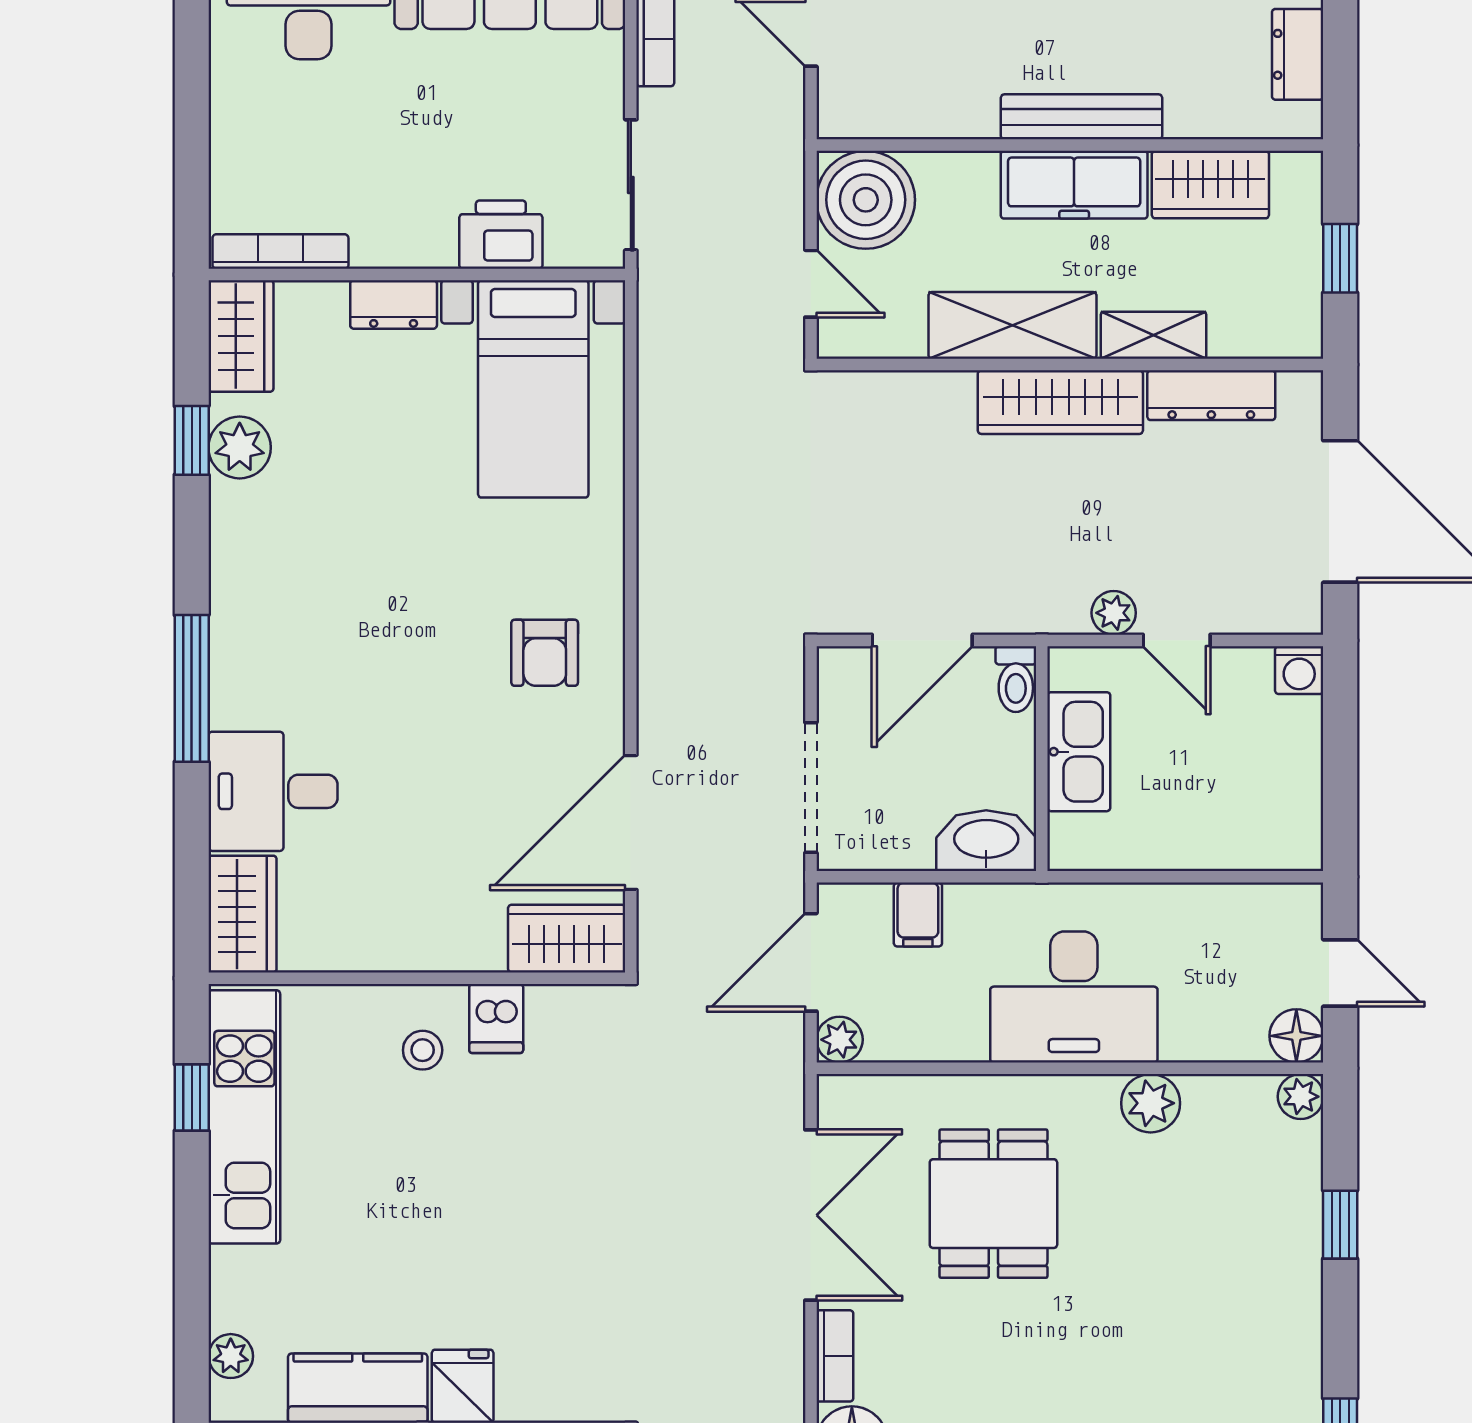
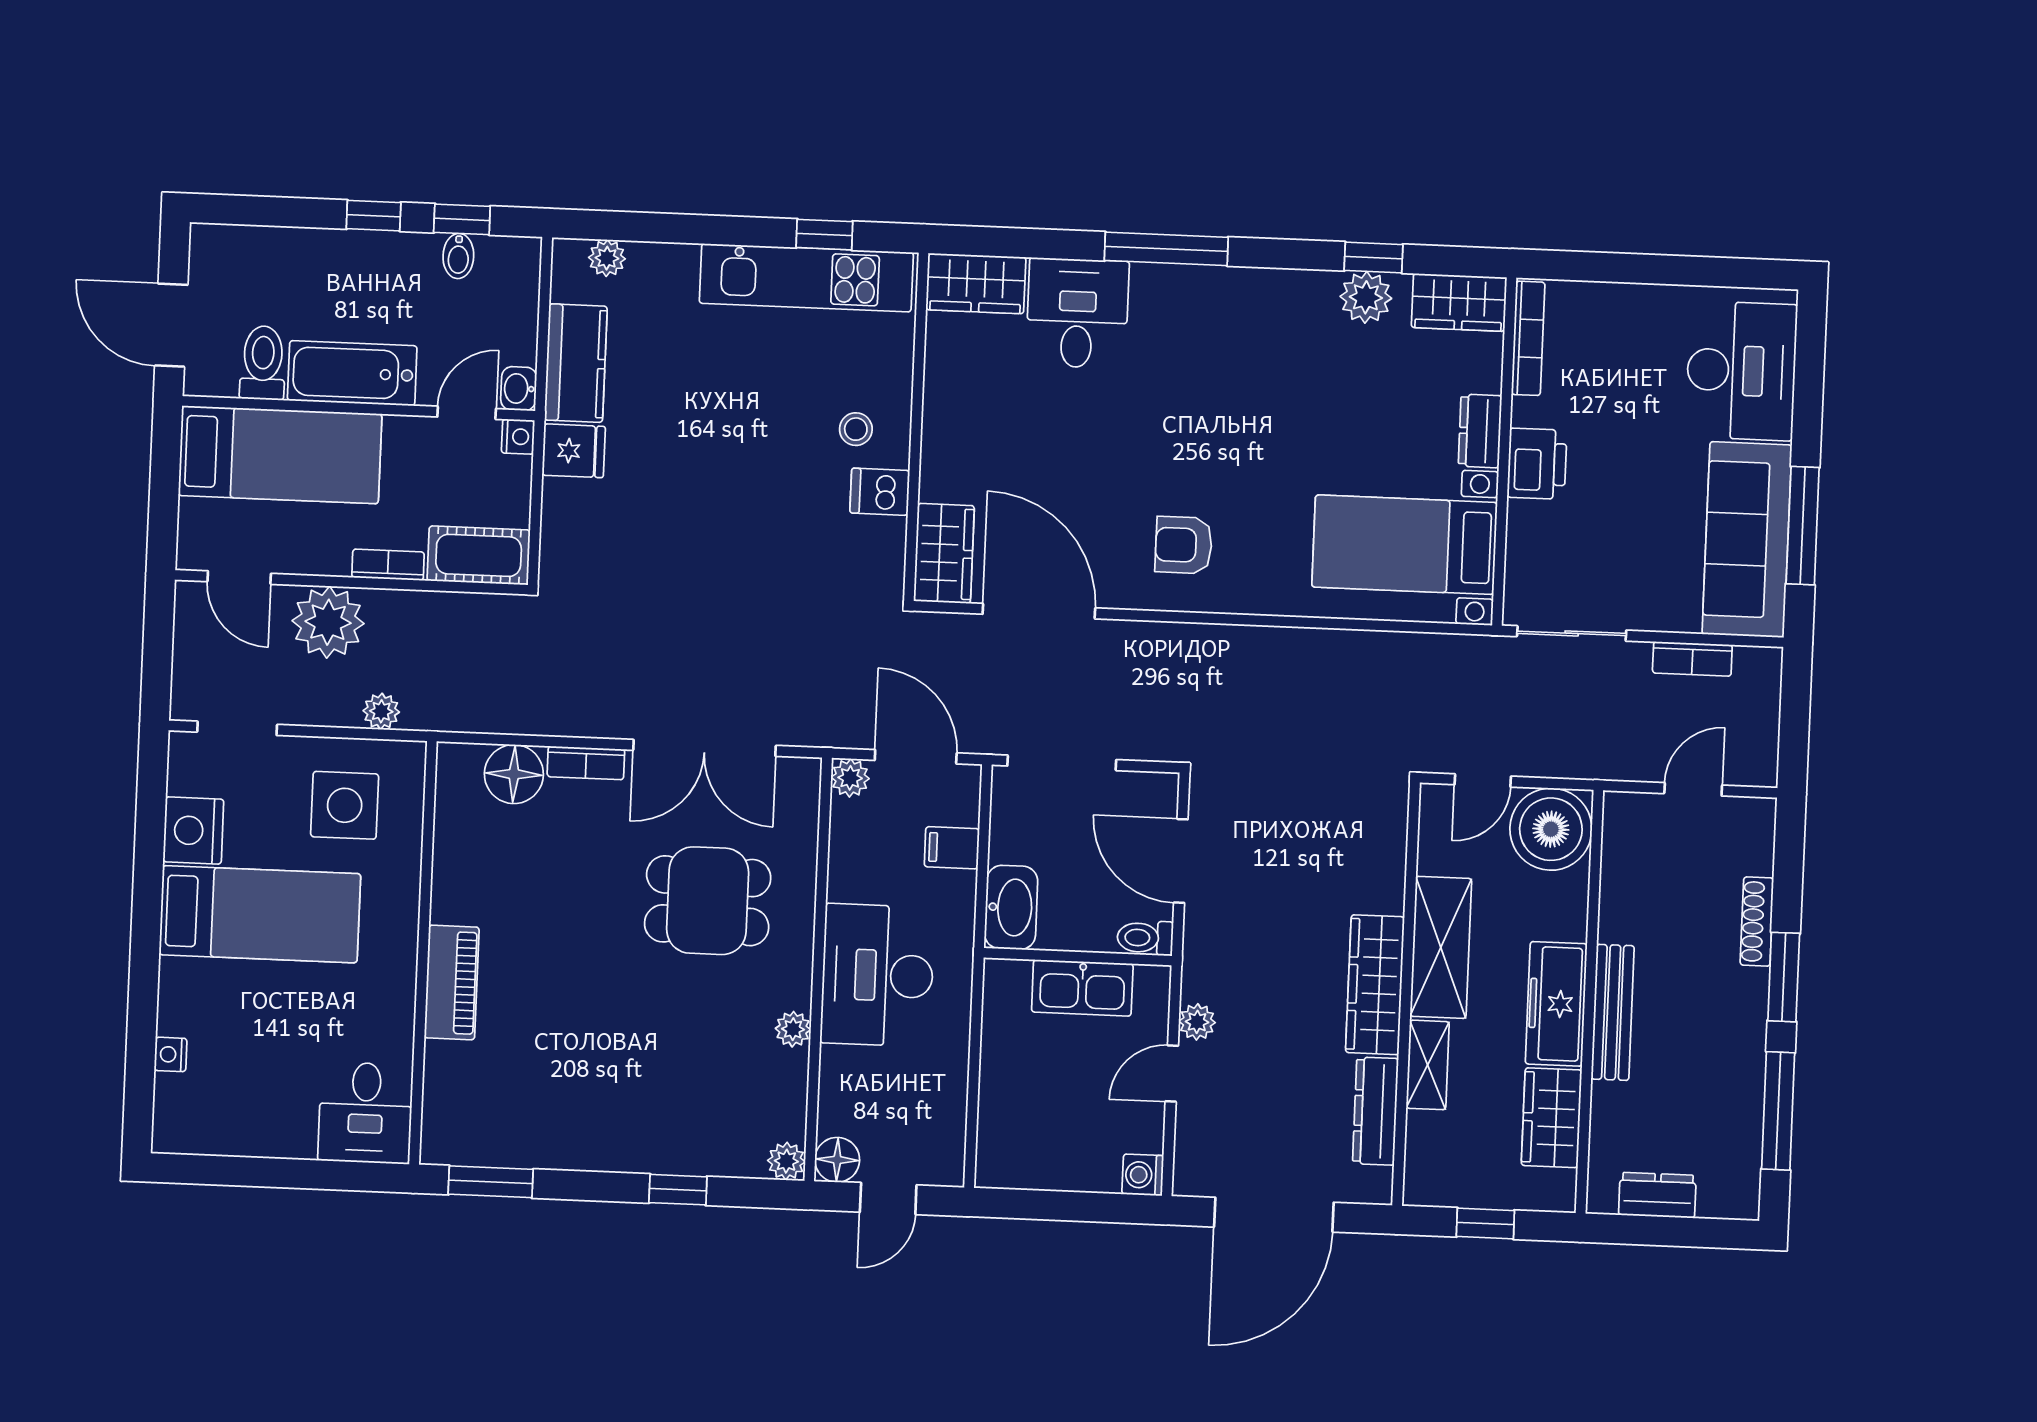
printer: (501, 235) -> (1537, 464), moved
plant: (1151, 1103) -> (793, 1029), width x0.73, depth x0.73

